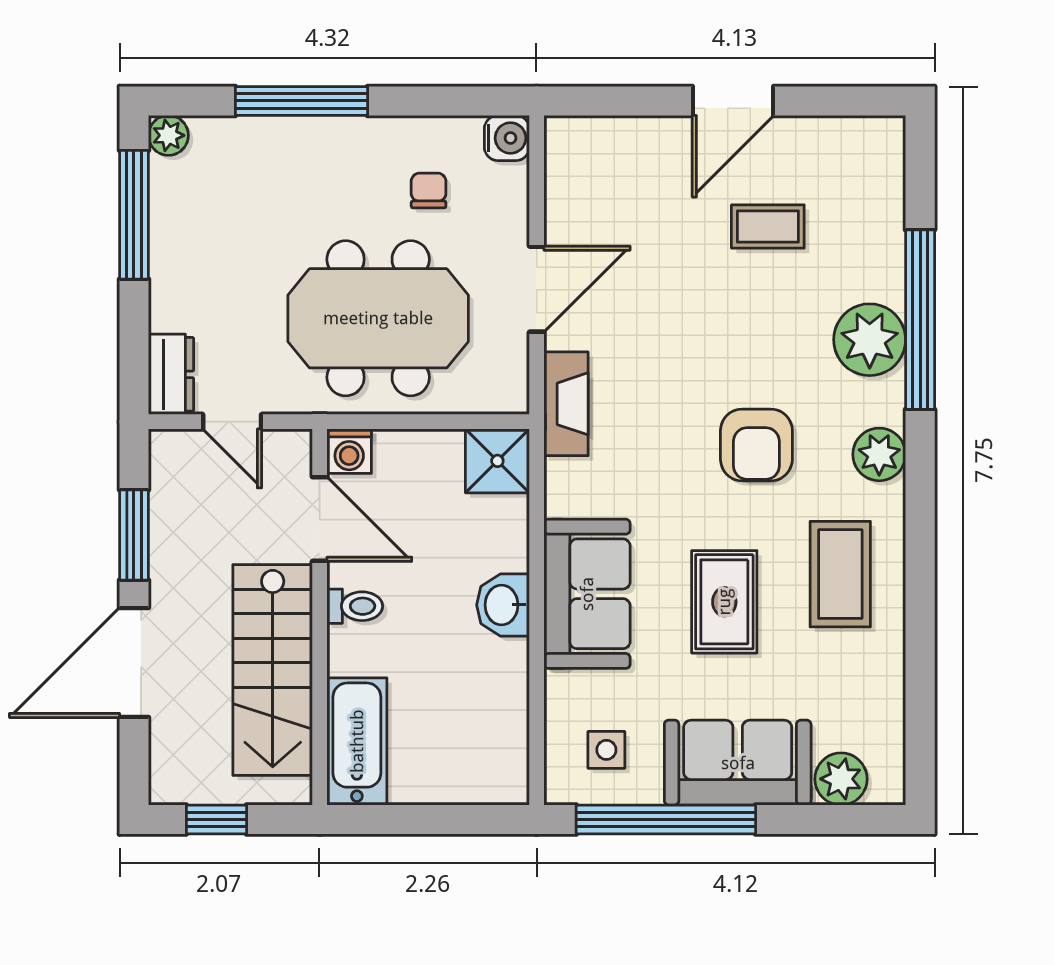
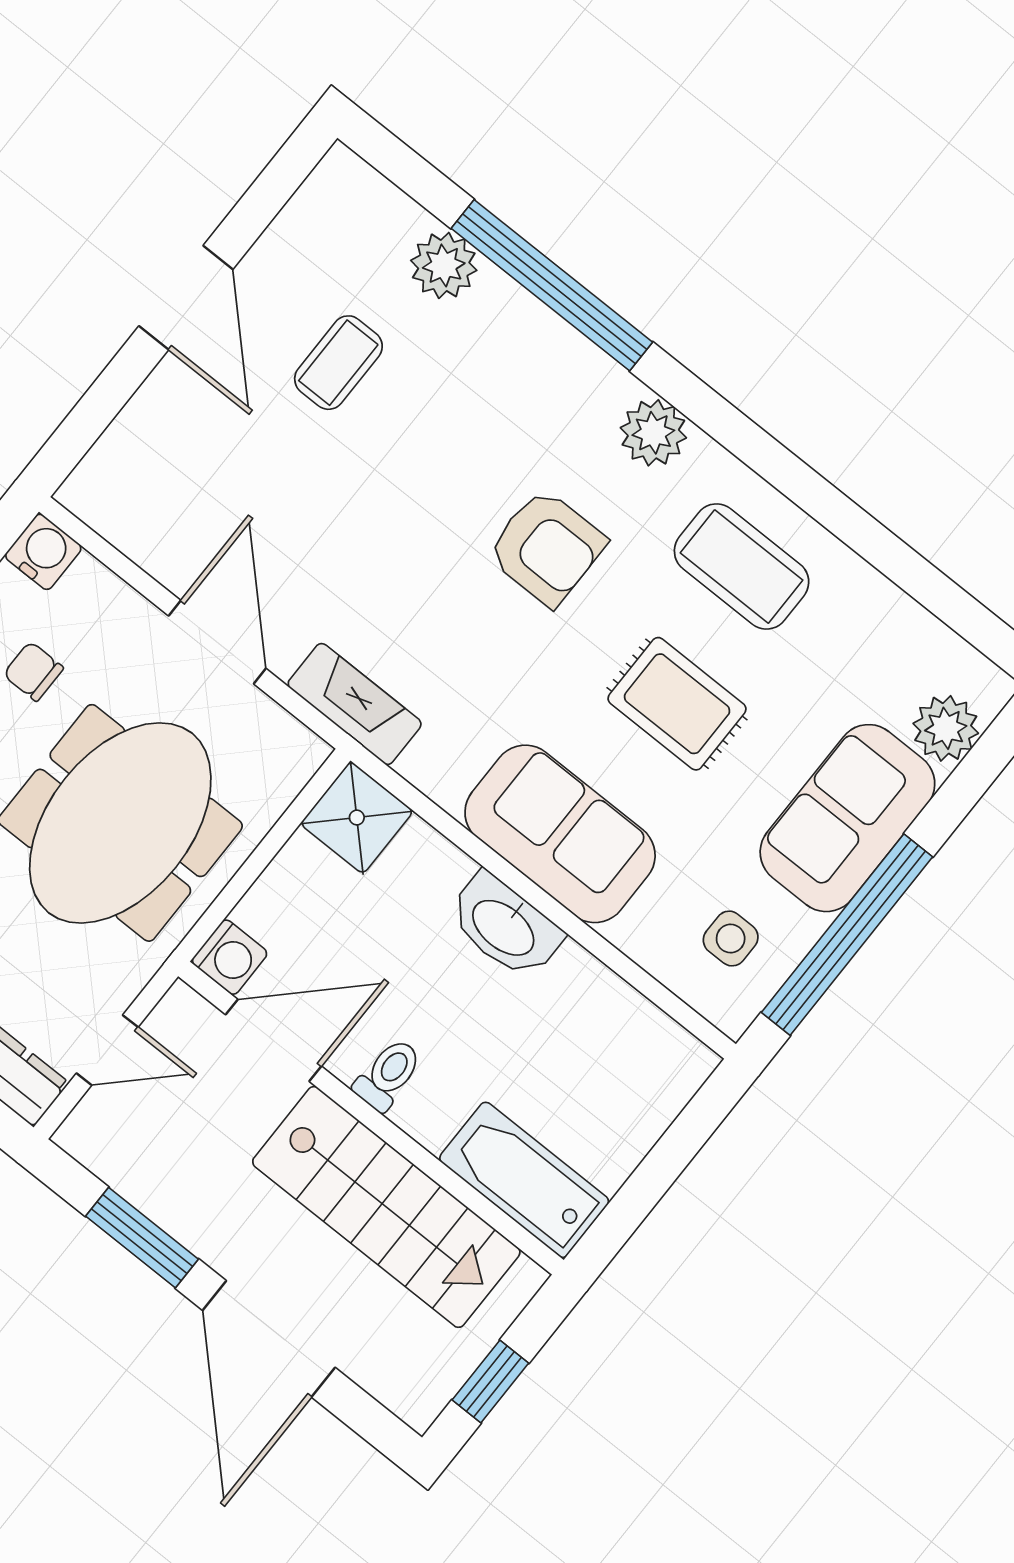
plant: (870, 340) -> (444, 265), moved, width x0.73, depth x0.73
washbasin: (503, 605) -> (505, 926), width x1.38

